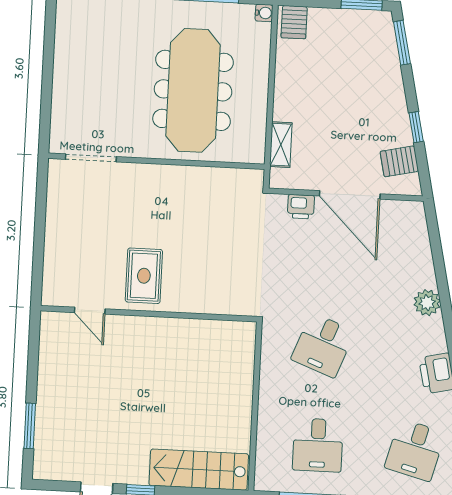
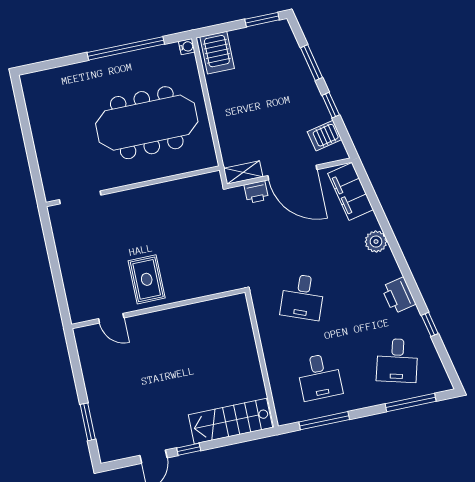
server rack: (294, 22) -> (217, 53), width x1.36, depth x1.44
window: (402, 43) -> (311, 63), moved
meeting table: (193, 90) -> (147, 123), turned 90
shelving: (281, 145) -> (243, 172), moved, turned 90
filing cabinet: (413, 236) -> (351, 191), added

